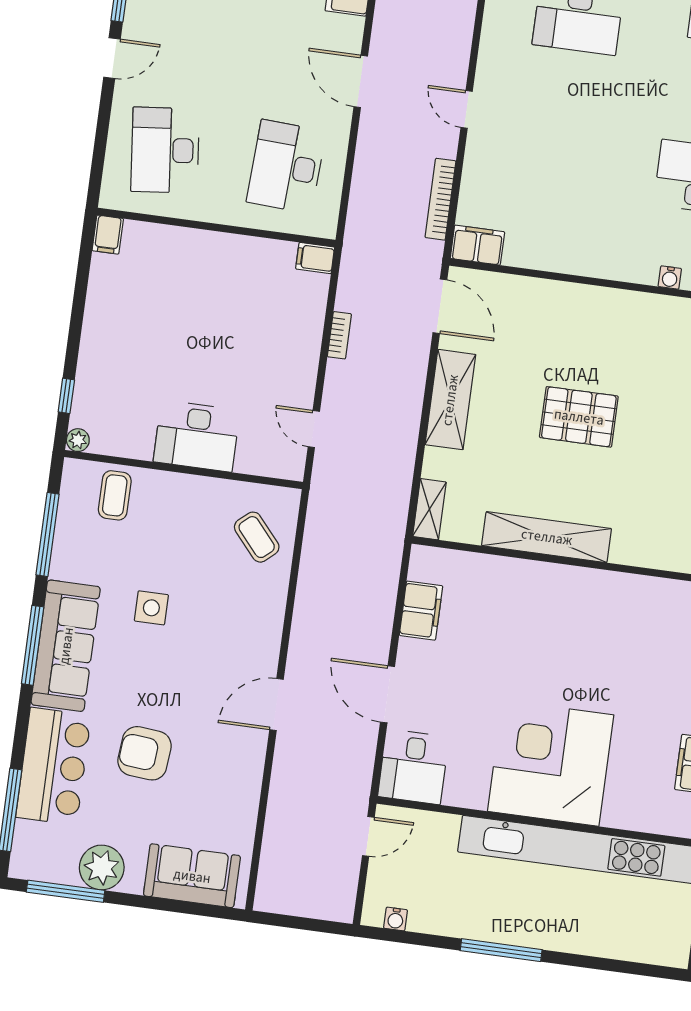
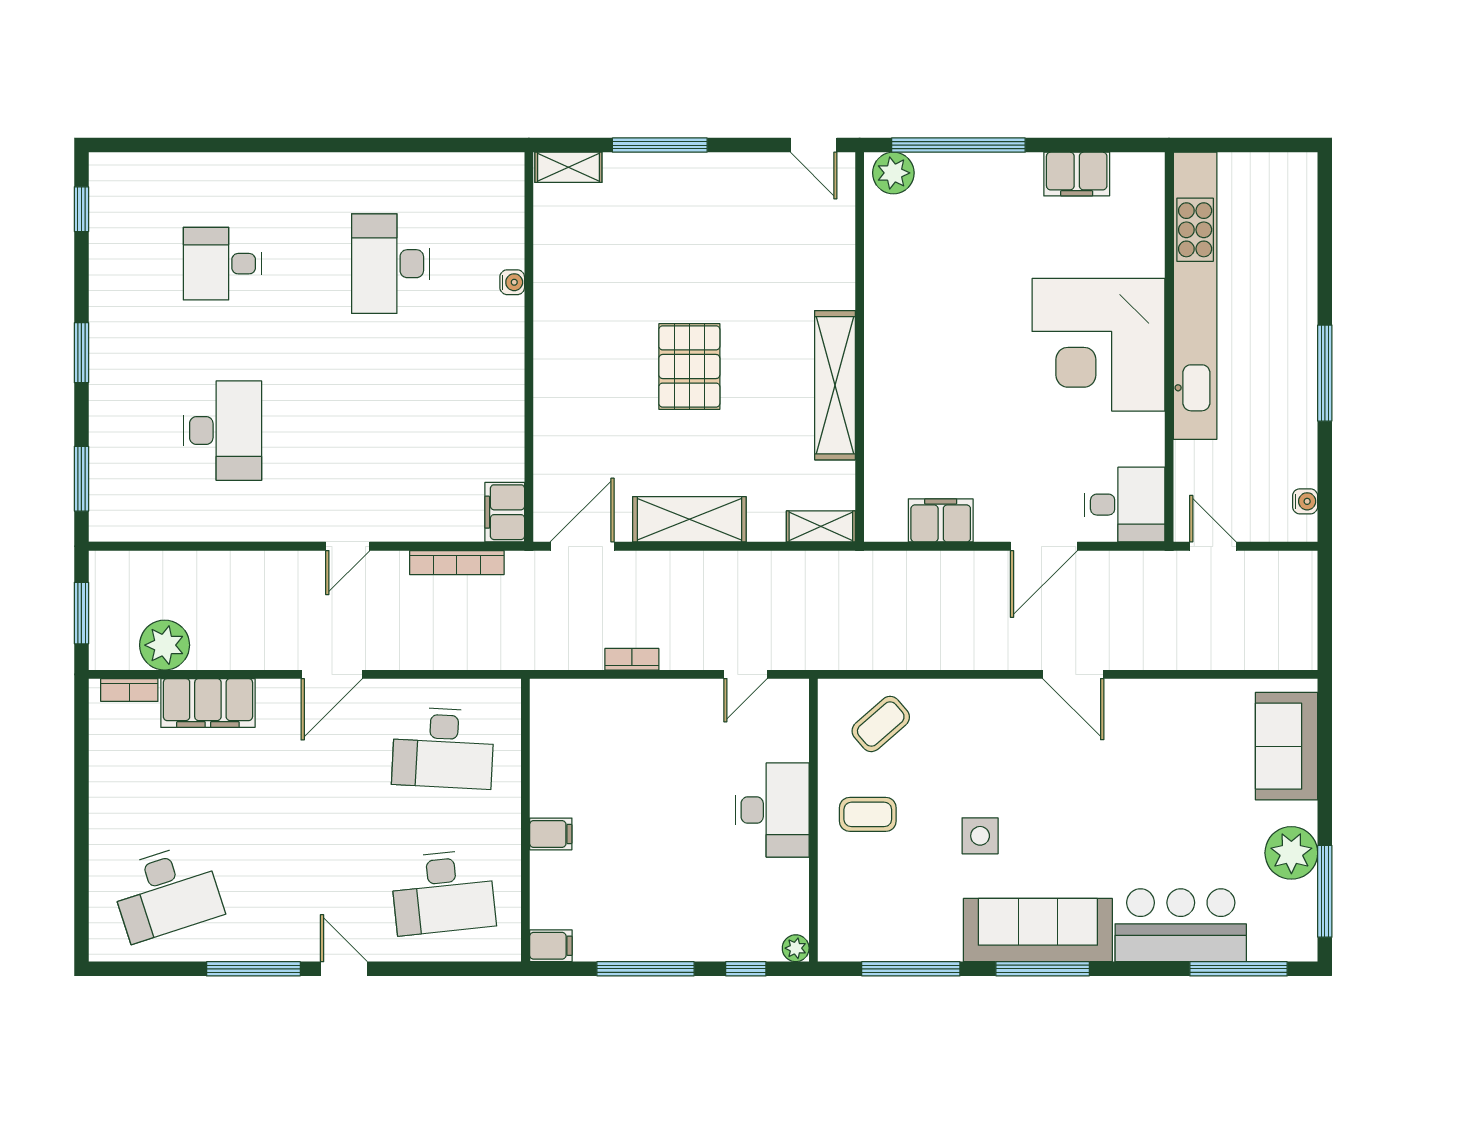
filing cabinet: (315, 258) -> (551, 834), moved, turned -90
window: (78, 312) -> (645, 969), added
coffee table: (115, 495) -> (868, 814), moved
armchair: (144, 753) -> (1151, 821), removed

